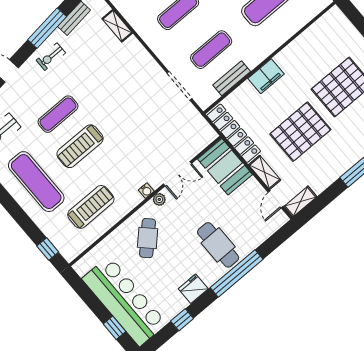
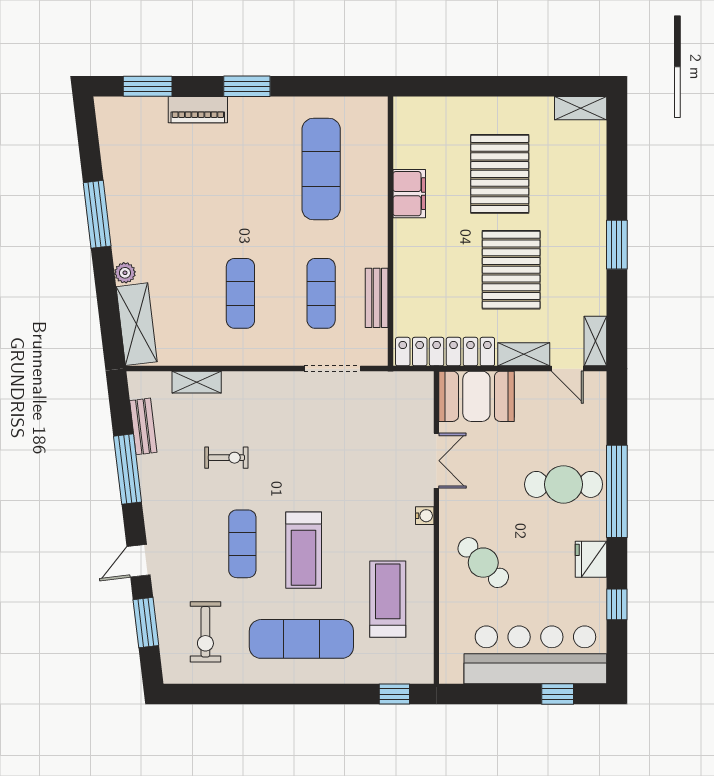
exercise bike: (51, 57) -> (226, 458), moved, turned -90
filing cabinet: (266, 76) -> (409, 194), moved
plant: (159, 199) -> (449, 509), removed

